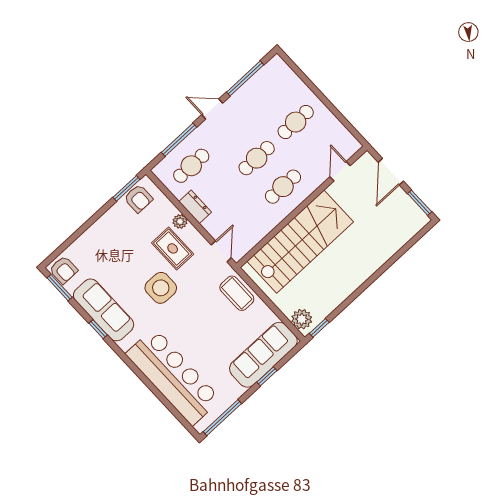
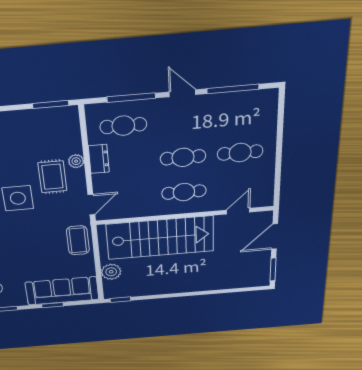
armchair: (138, 199) -> (55, 120), removed
plant: (302, 319) -> (111, 272), moved

